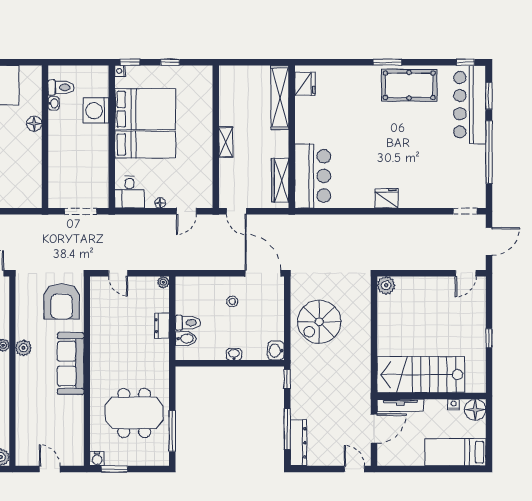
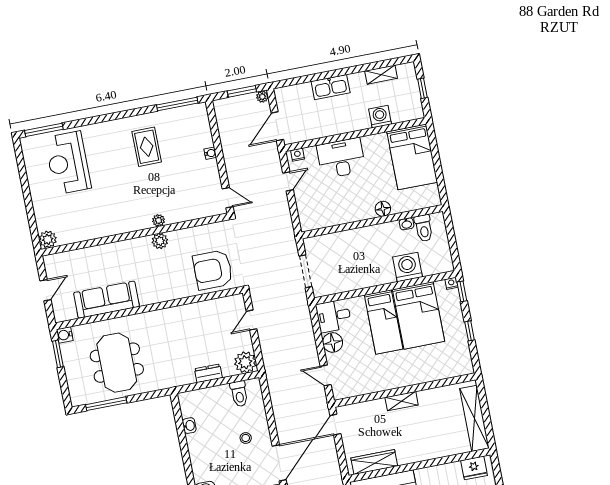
shelving: (280, 97) -> (474, 418), moved, turned 90
floor lamp: (160, 203) -> (333, 342), width x1.89, depth x1.89
plant: (163, 282) -> (245, 362), width x1.88, depth x1.88
toilet: (188, 323) -> (239, 394), moved
bidet: (186, 339) -> (200, 399), removed
washbasin: (234, 354) -> (189, 426), moved
sofa: (71, 364) -> (106, 300), moved

